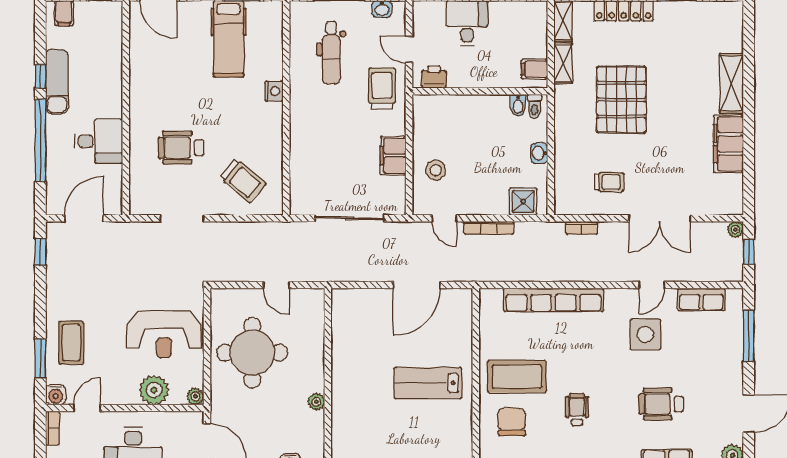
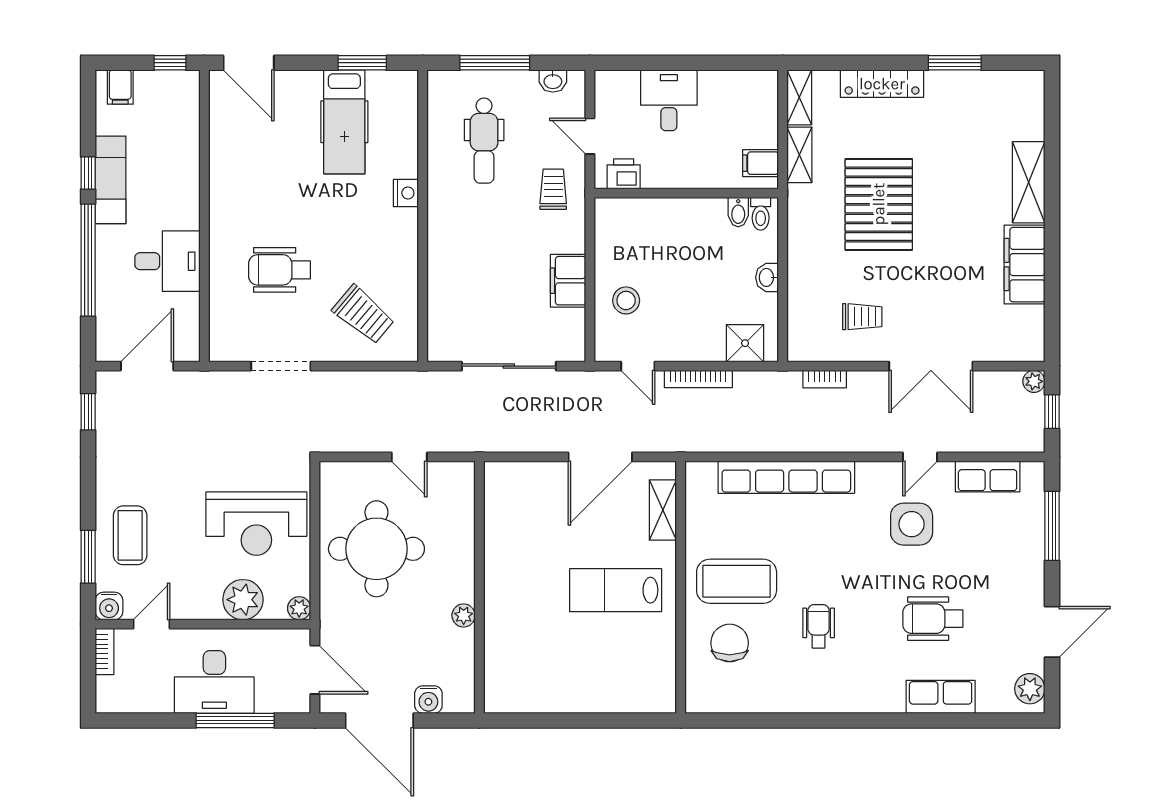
trolley: (382, 88) -> (553, 189), width x0.73, depth x0.72
shelving: (463, 324) -> (663, 510), added

